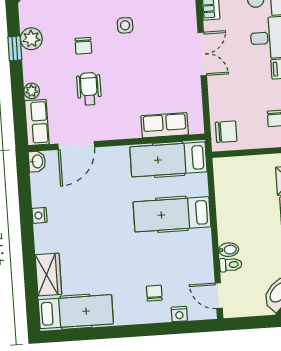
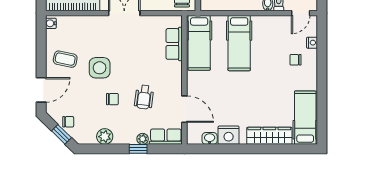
side table: (125, 25) -> (100, 68), width x1.87, depth x1.87
window: (15, 48) -> (138, 149), moved
wheelchair: (89, 89) -> (144, 97), turned -83
washbasin: (37, 161) -> (210, 138), moved
nightstand: (40, 215) -> (229, 135), width x1.89, depth x1.79
wardrobe: (48, 275) -> (269, 136), width x1.50

